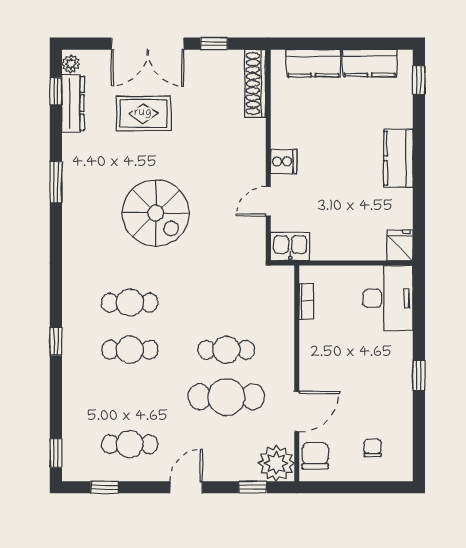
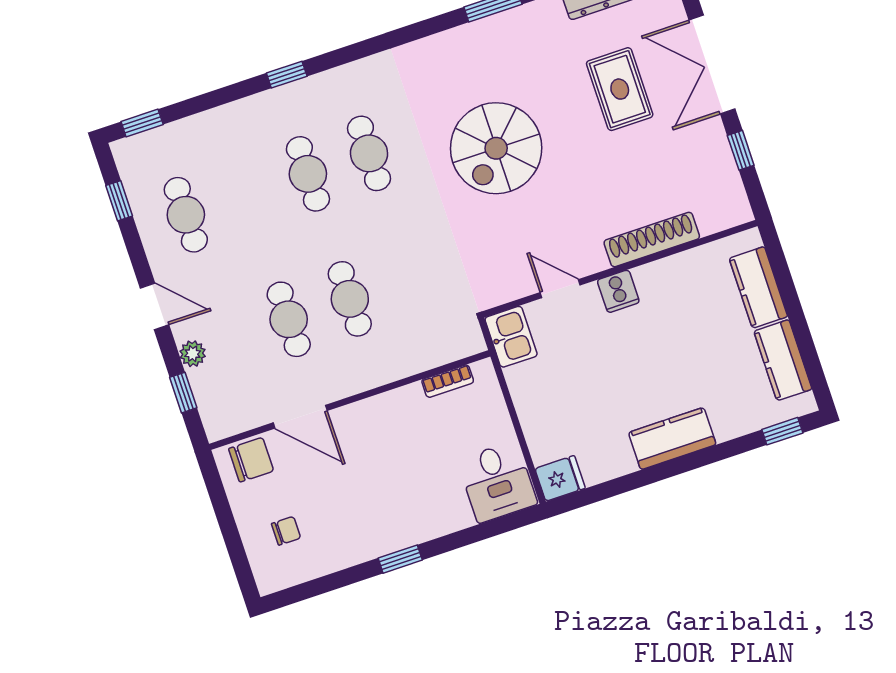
shoe rack: (255, 84) -> (652, 240), moved
desk: (388, 298) -> (497, 482), width x0.73
cafe table: (226, 397) -> (289, 319), width x0.73, depth x0.74
plant: (276, 463) -> (193, 354), moved, width x0.53, depth x0.53

